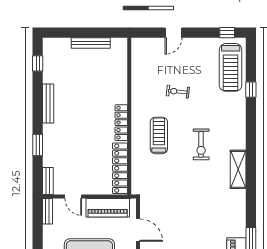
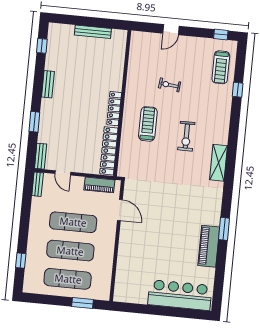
treadmill: (231, 67) -> (221, 67), width x0.73, depth x0.73
bench: (48, 104) -> (48, 84), width x0.73
piano: (108, 208) -> (99, 185), width x0.73, depth x0.75

